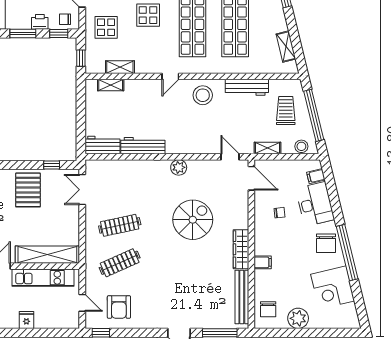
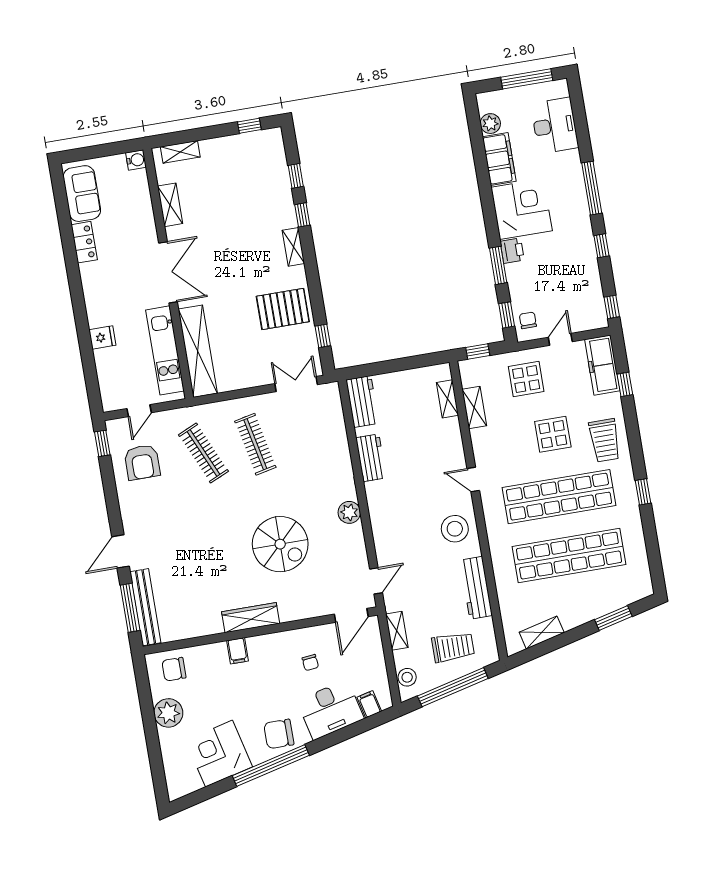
printer: (40, 22) -> (512, 251), moved
workbench: (143, 146) -> (371, 458), width x0.73
bench: (242, 297) -> (145, 607), moved, turned 90
armchair: (119, 307) -> (142, 462), turned -90

